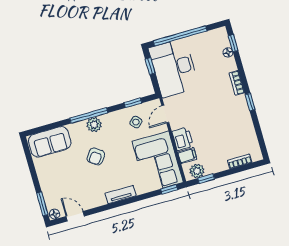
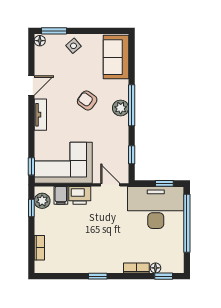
bookcase: (237, 83) -> (136, 268), moved
side table: (136, 122) -> (74, 46), moved
door: (75, 216) -> (31, 86), moved

